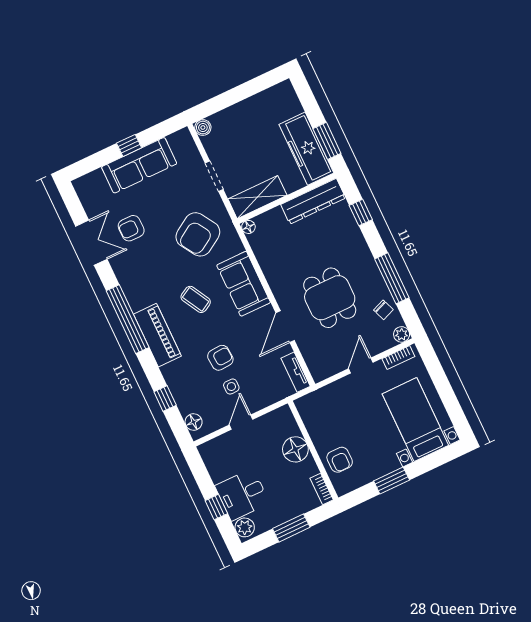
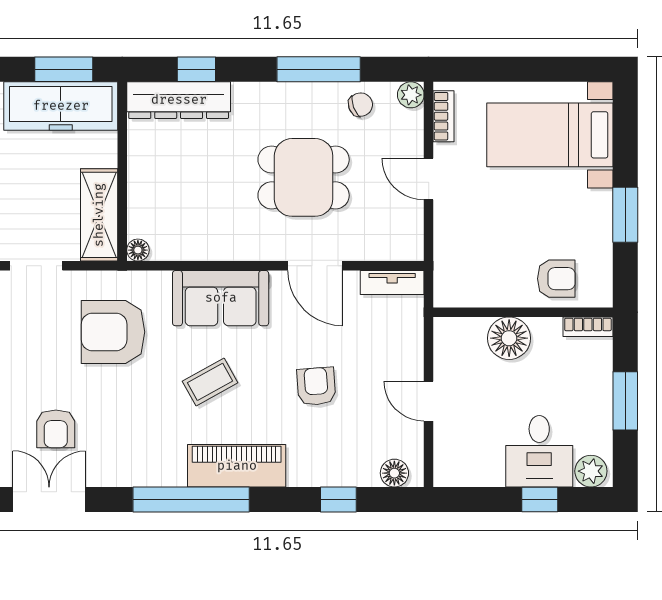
dresser: (313, 201) -> (179, 100), moved, turned 90
armchair: (198, 234) -> (113, 332), turned 122
side table: (231, 387) -> (368, 390), removed

